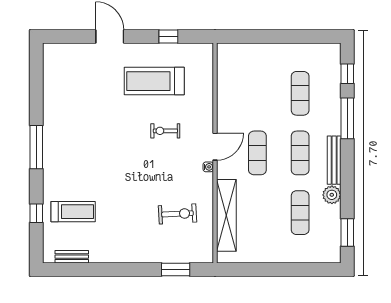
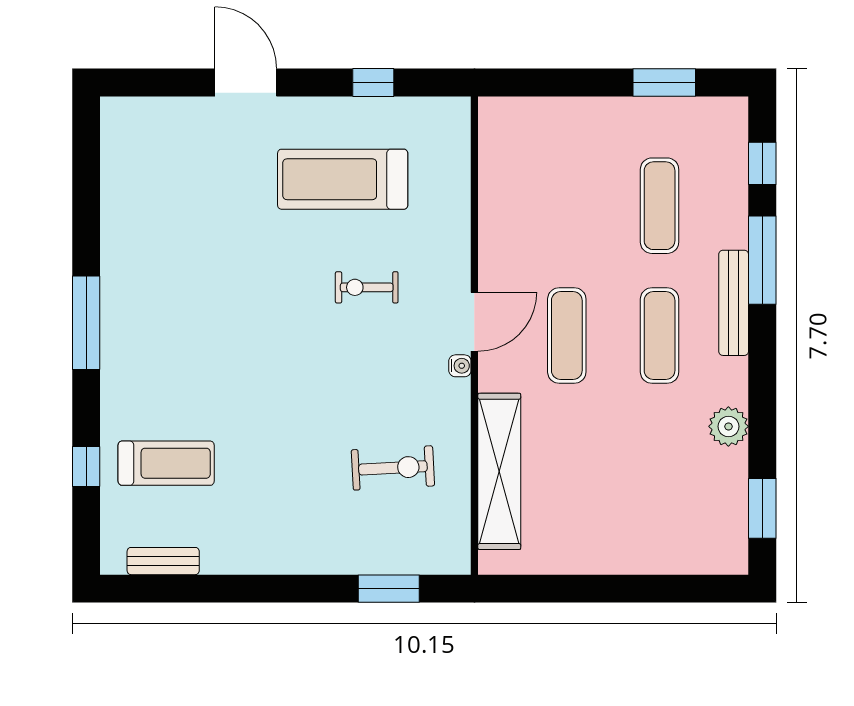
window: (302, 37) -> (664, 82), added
bench: (334, 160) -> (734, 303), moved
exercise mat: (300, 213) -> (660, 465), removed

